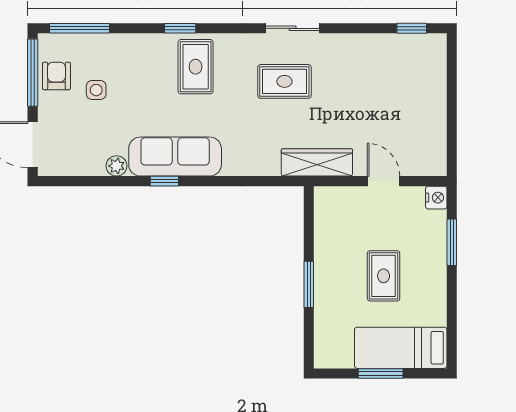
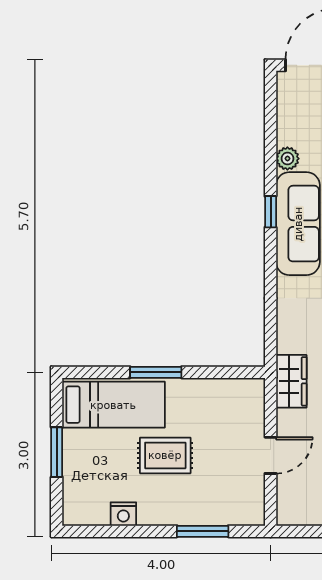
wardrobe: (317, 162) -> (291, 381), width x0.67
nightstand: (436, 198) -> (123, 514), moved
bed: (401, 348) -> (113, 405), moved, turned 90

